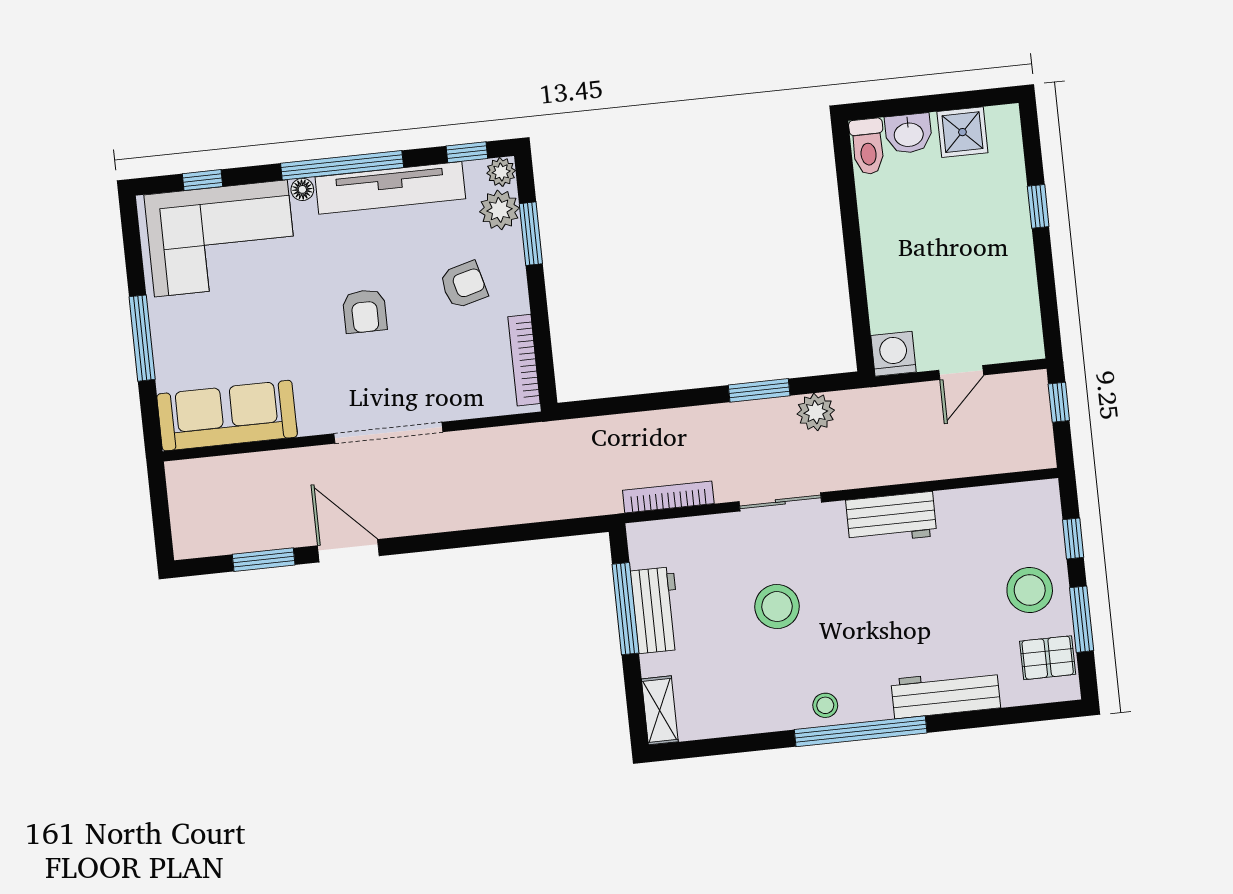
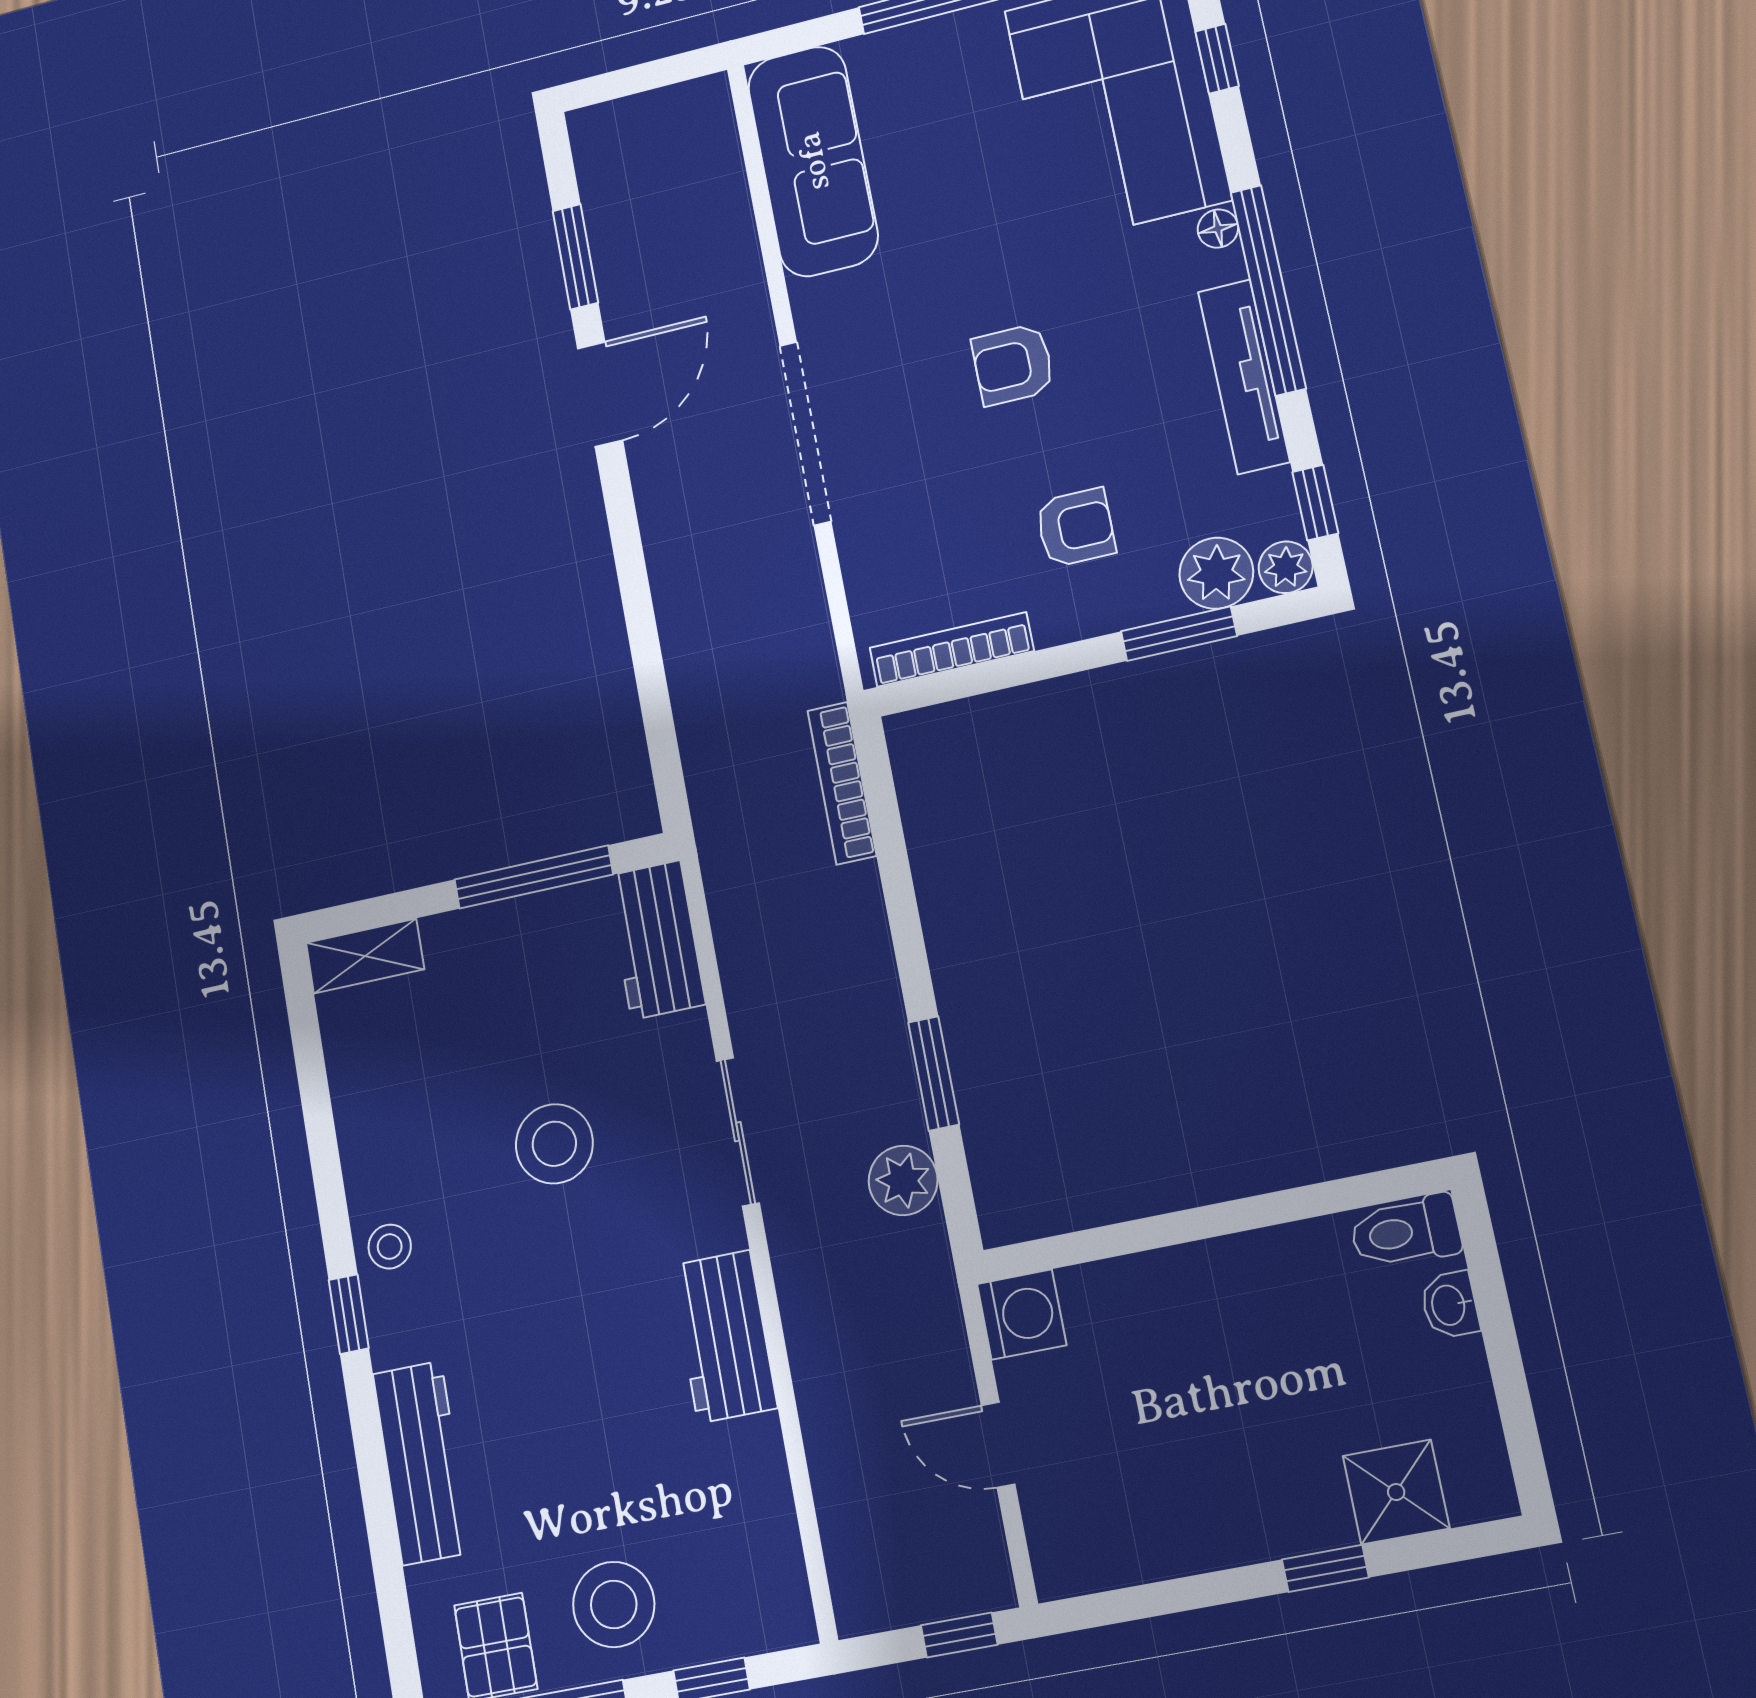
shower: (962, 132) -> (1396, 1492), moved
washbasin: (909, 134) -> (1450, 1305), width x0.72, depth x0.69
tv unit: (390, 188) -> (1244, 377), width x0.73, depth x0.78
armchair: (464, 285) -> (1076, 528), turned -75
bookcase: (668, 497) -> (842, 783), moved, turned 180
workbench: (656, 610) -> (656, 940), moved, turned 90
window: (861, 731) -> (349, 1314), width x0.32

